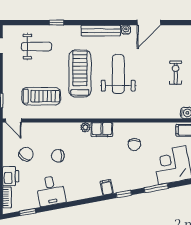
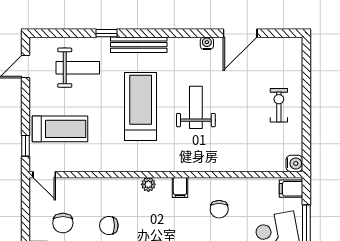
bench: (101, 31) -> (139, 45), moved
weight bench: (118, 74) -> (196, 107), width x0.73, depth x0.75
treadmill: (41, 96) -> (60, 129), moved
filing cabinet: (102, 129) -> (180, 187), width x0.50
chair: (26, 154) -> (63, 223), turned 144

